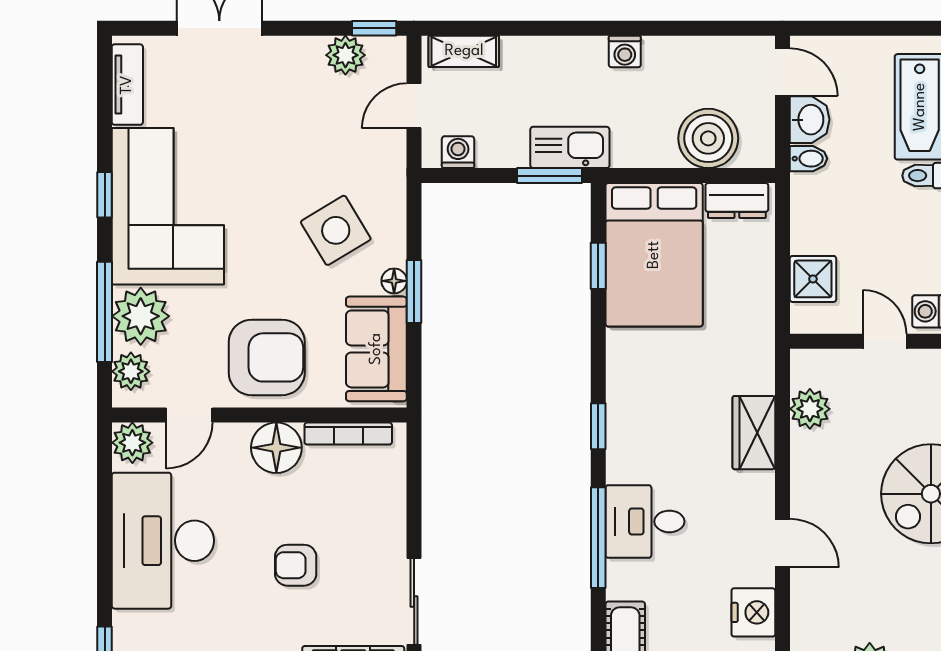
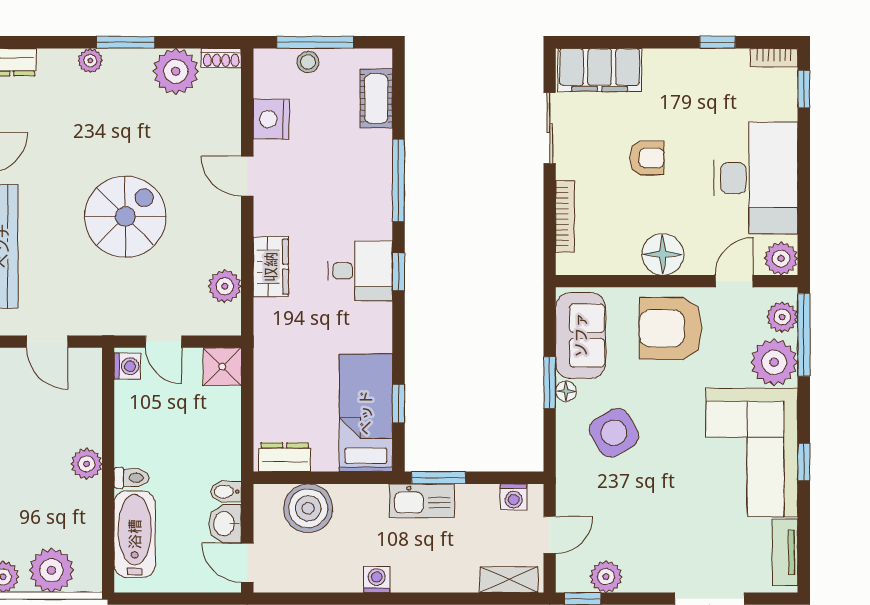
bed: (654, 255) -> (366, 413), width x0.67
shower: (813, 279) -> (222, 367), moved
window: (105, 312) -> (804, 335), moved
bookcase: (348, 434) -> (565, 216), moved, turned 90
desk: (645, 521) -> (360, 271), moved

